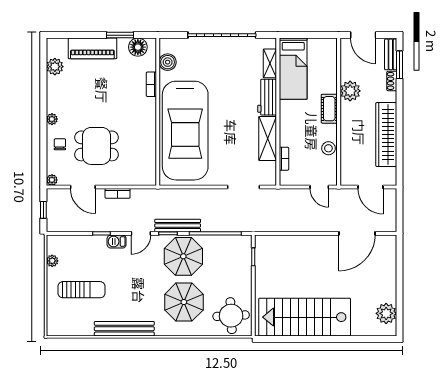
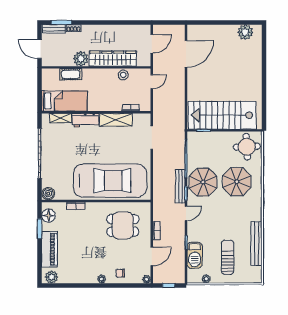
door: (363, 35) -> (40, 49), swing flipped
boiler: (168, 62) -> (48, 194), moved
plant: (55, 67) -> (52, 277), moved
cot: (329, 109) -> (71, 74), moved
wardrobe: (386, 135) -> (113, 59), moved, turned 180
dining table: (97, 146) -> (123, 225), moved, turned 90
door: (141, 233) -> (186, 213), hinge flipped
door: (357, 233) -> (186, 54), hinge flipped
barbecue: (117, 242) -> (195, 255), moved, width x1.88, depth x1.53
stairs: (305, 317) -> (222, 115), moved, turned 90
bench: (124, 329) -> (256, 243), moved

